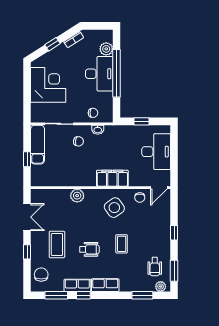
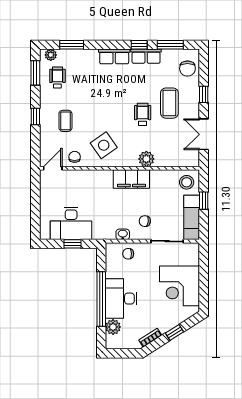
desk: (156, 152) -> (71, 223), moved, turned -90
stool: (42, 175) -> (187, 182), added
filing cabinet: (112, 178) -> (131, 179), moved
coffee table: (122, 244) -> (65, 121), moved
wheelchair: (89, 249) -> (143, 114), moved, turned 90

